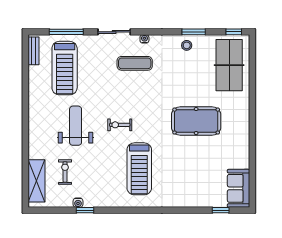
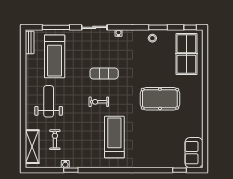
exercise mat: (135, 63) -> (104, 73), moved
weight bench: (76, 126) -> (49, 101), moved
treadmill: (139, 169) -> (114, 137), turned 180

